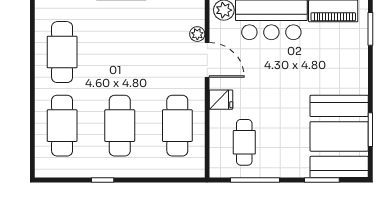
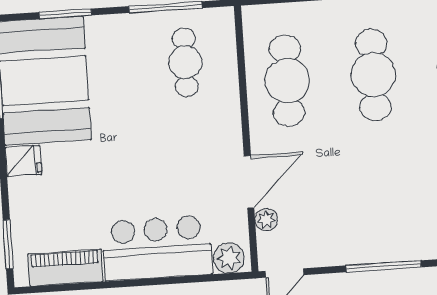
door: (207, 60) -> (249, 182), swing flipped
fridge: (221, 100) -> (23, 161), moved, turned 180

